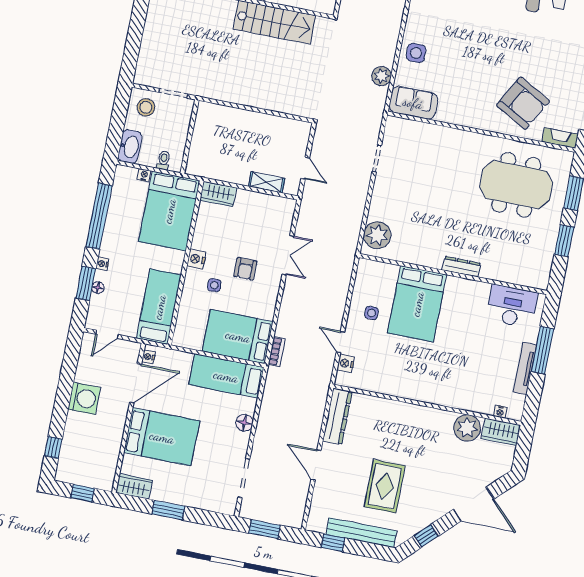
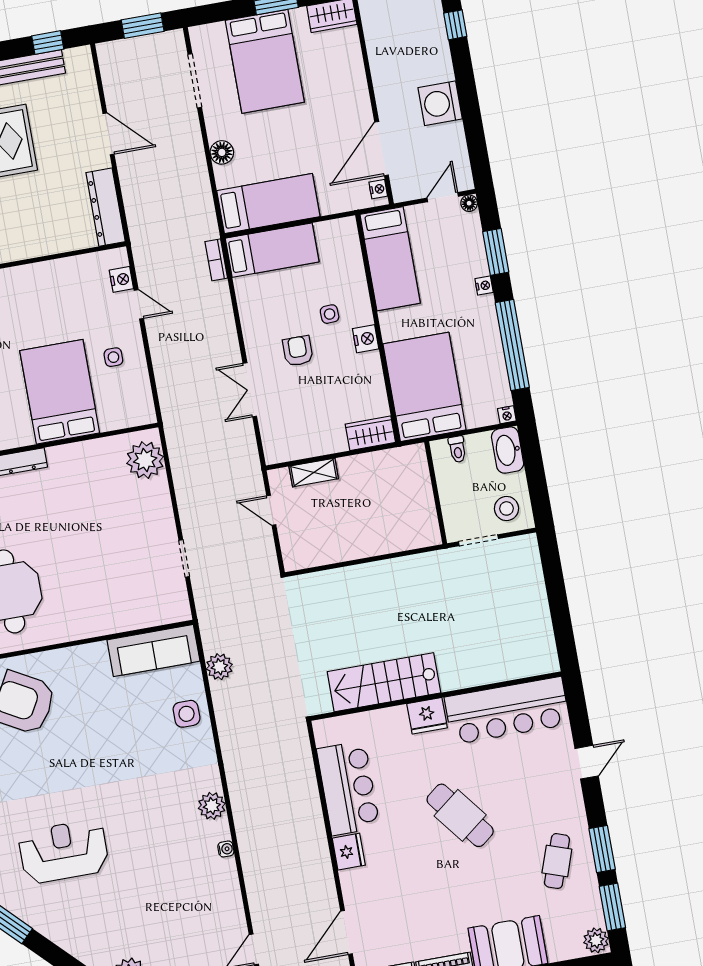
sofa: (413, 103) -> (153, 651), width x1.36
nightstand: (144, 175) -> (507, 415), moved
floor lamp: (98, 288) -> (469, 203), moved
bed: (238, 336) -> (272, 250), width x0.67
bed: (162, 437) -> (265, 61), moved, turned -90

